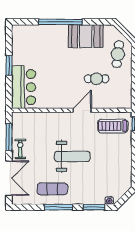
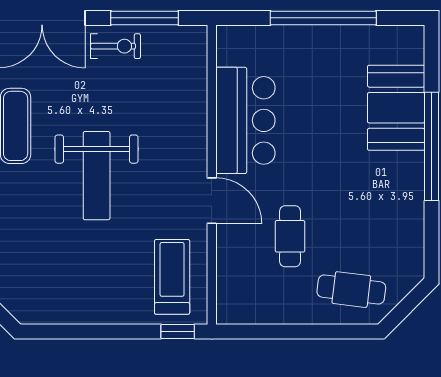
booth: (86, 36) -> (396, 108), moved
window: (9, 65) -> (323, 18), width x2.11
bar counter: (24, 87) -> (245, 120), moved, turned -90

